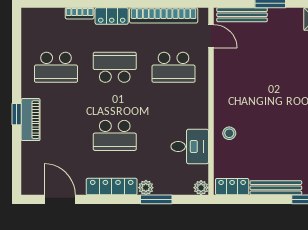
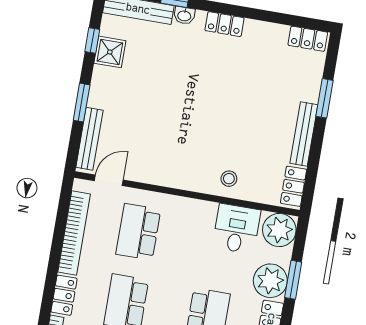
school desk: (173, 67) -> (138, 232), turned 180
plant: (146, 188) -> (270, 281), width x1.88, depth x1.88
plant: (201, 188) -> (279, 230), width x1.88, depth x1.88

